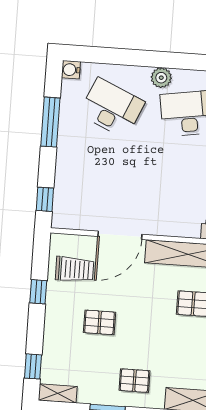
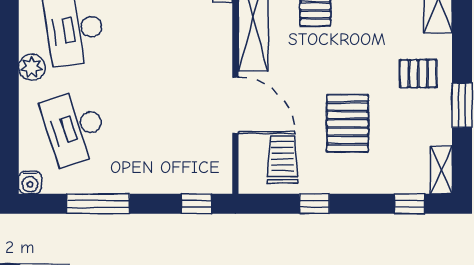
desk: (112, 108) -> (75, 127), turned -42
pallet: (99, 322) -> (348, 123), width x1.50, depth x1.42
pallet: (134, 381) -> (418, 74), turned 90

